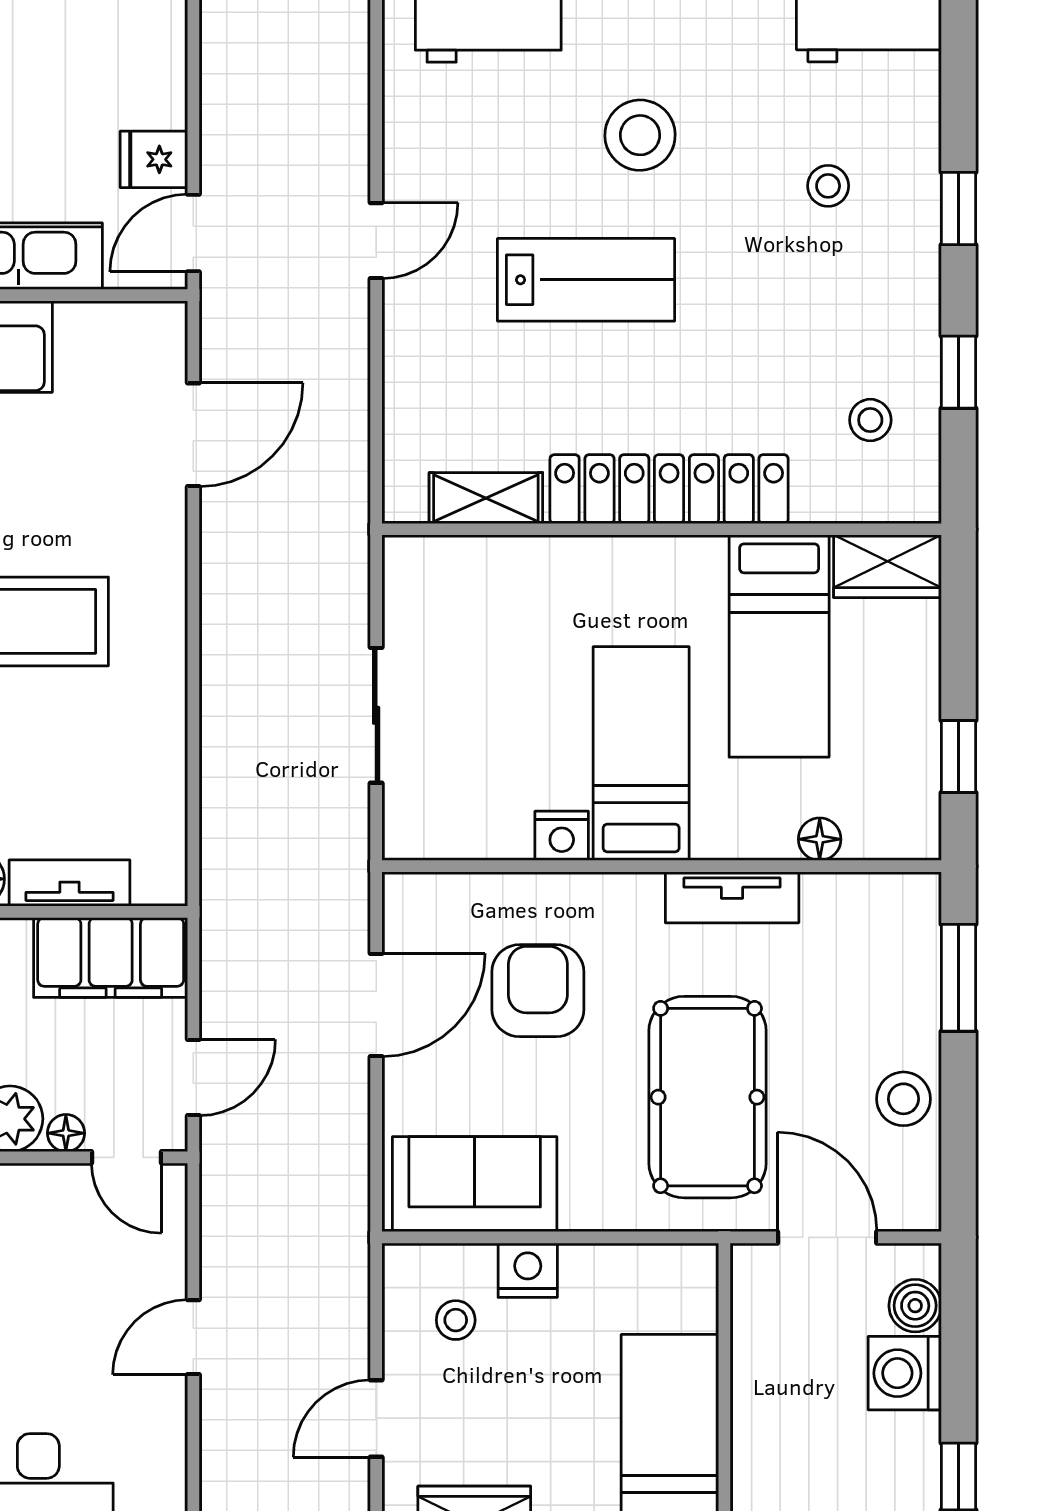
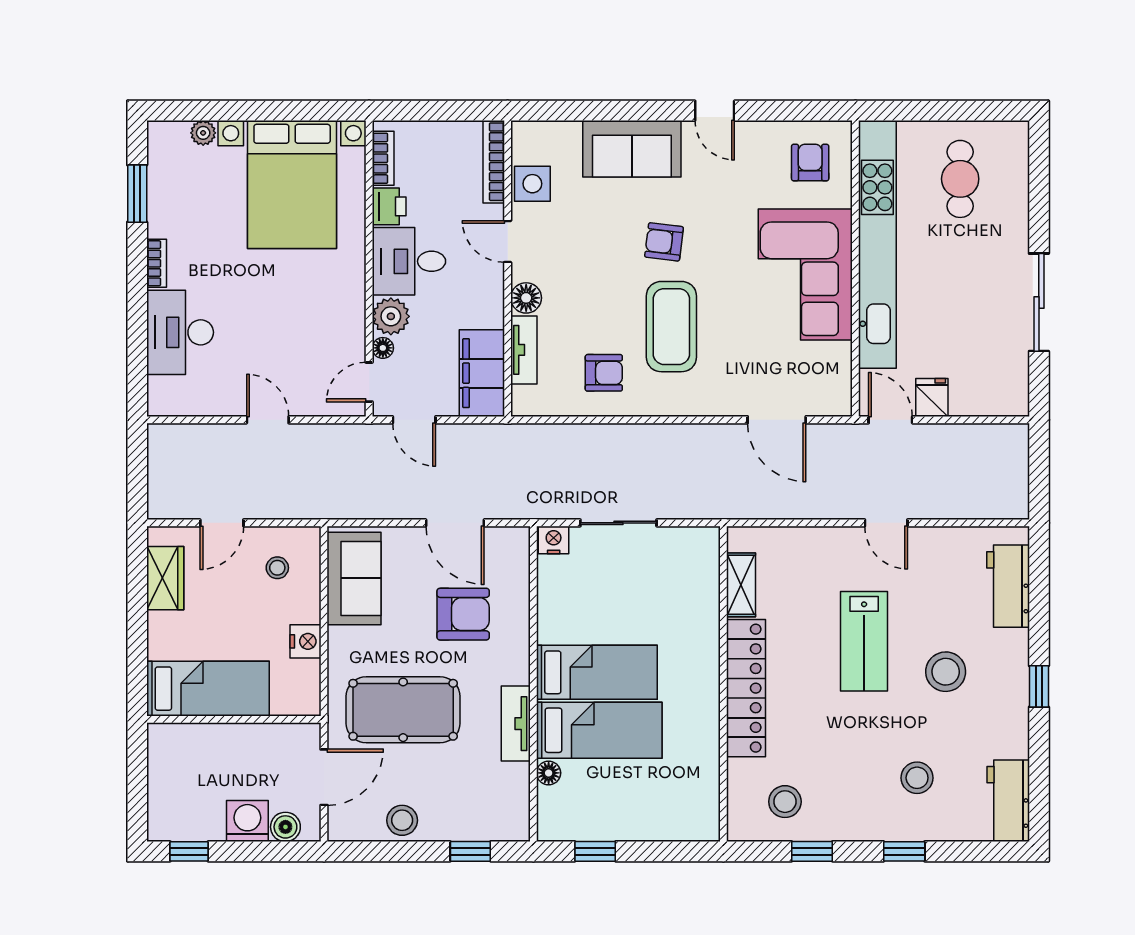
stool: (828, 186) -> (917, 778), width x1.37, depth x1.37
stool: (870, 420) -> (785, 802), width x1.37, depth x1.37
wardrobe: (888, 566) -> (702, 811), removed
bed: (779, 646) -> (599, 730), moved, turned 180
armchair: (110, 741) -> (604, 373), added
nightstand: (562, 836) -> (554, 540), moved, turned 90
window: (959, 978) -> (470, 851), width x0.67
nightstand: (528, 1270) -> (305, 641), moved
door: (376, 1418) -> (222, 523), swing flipped

